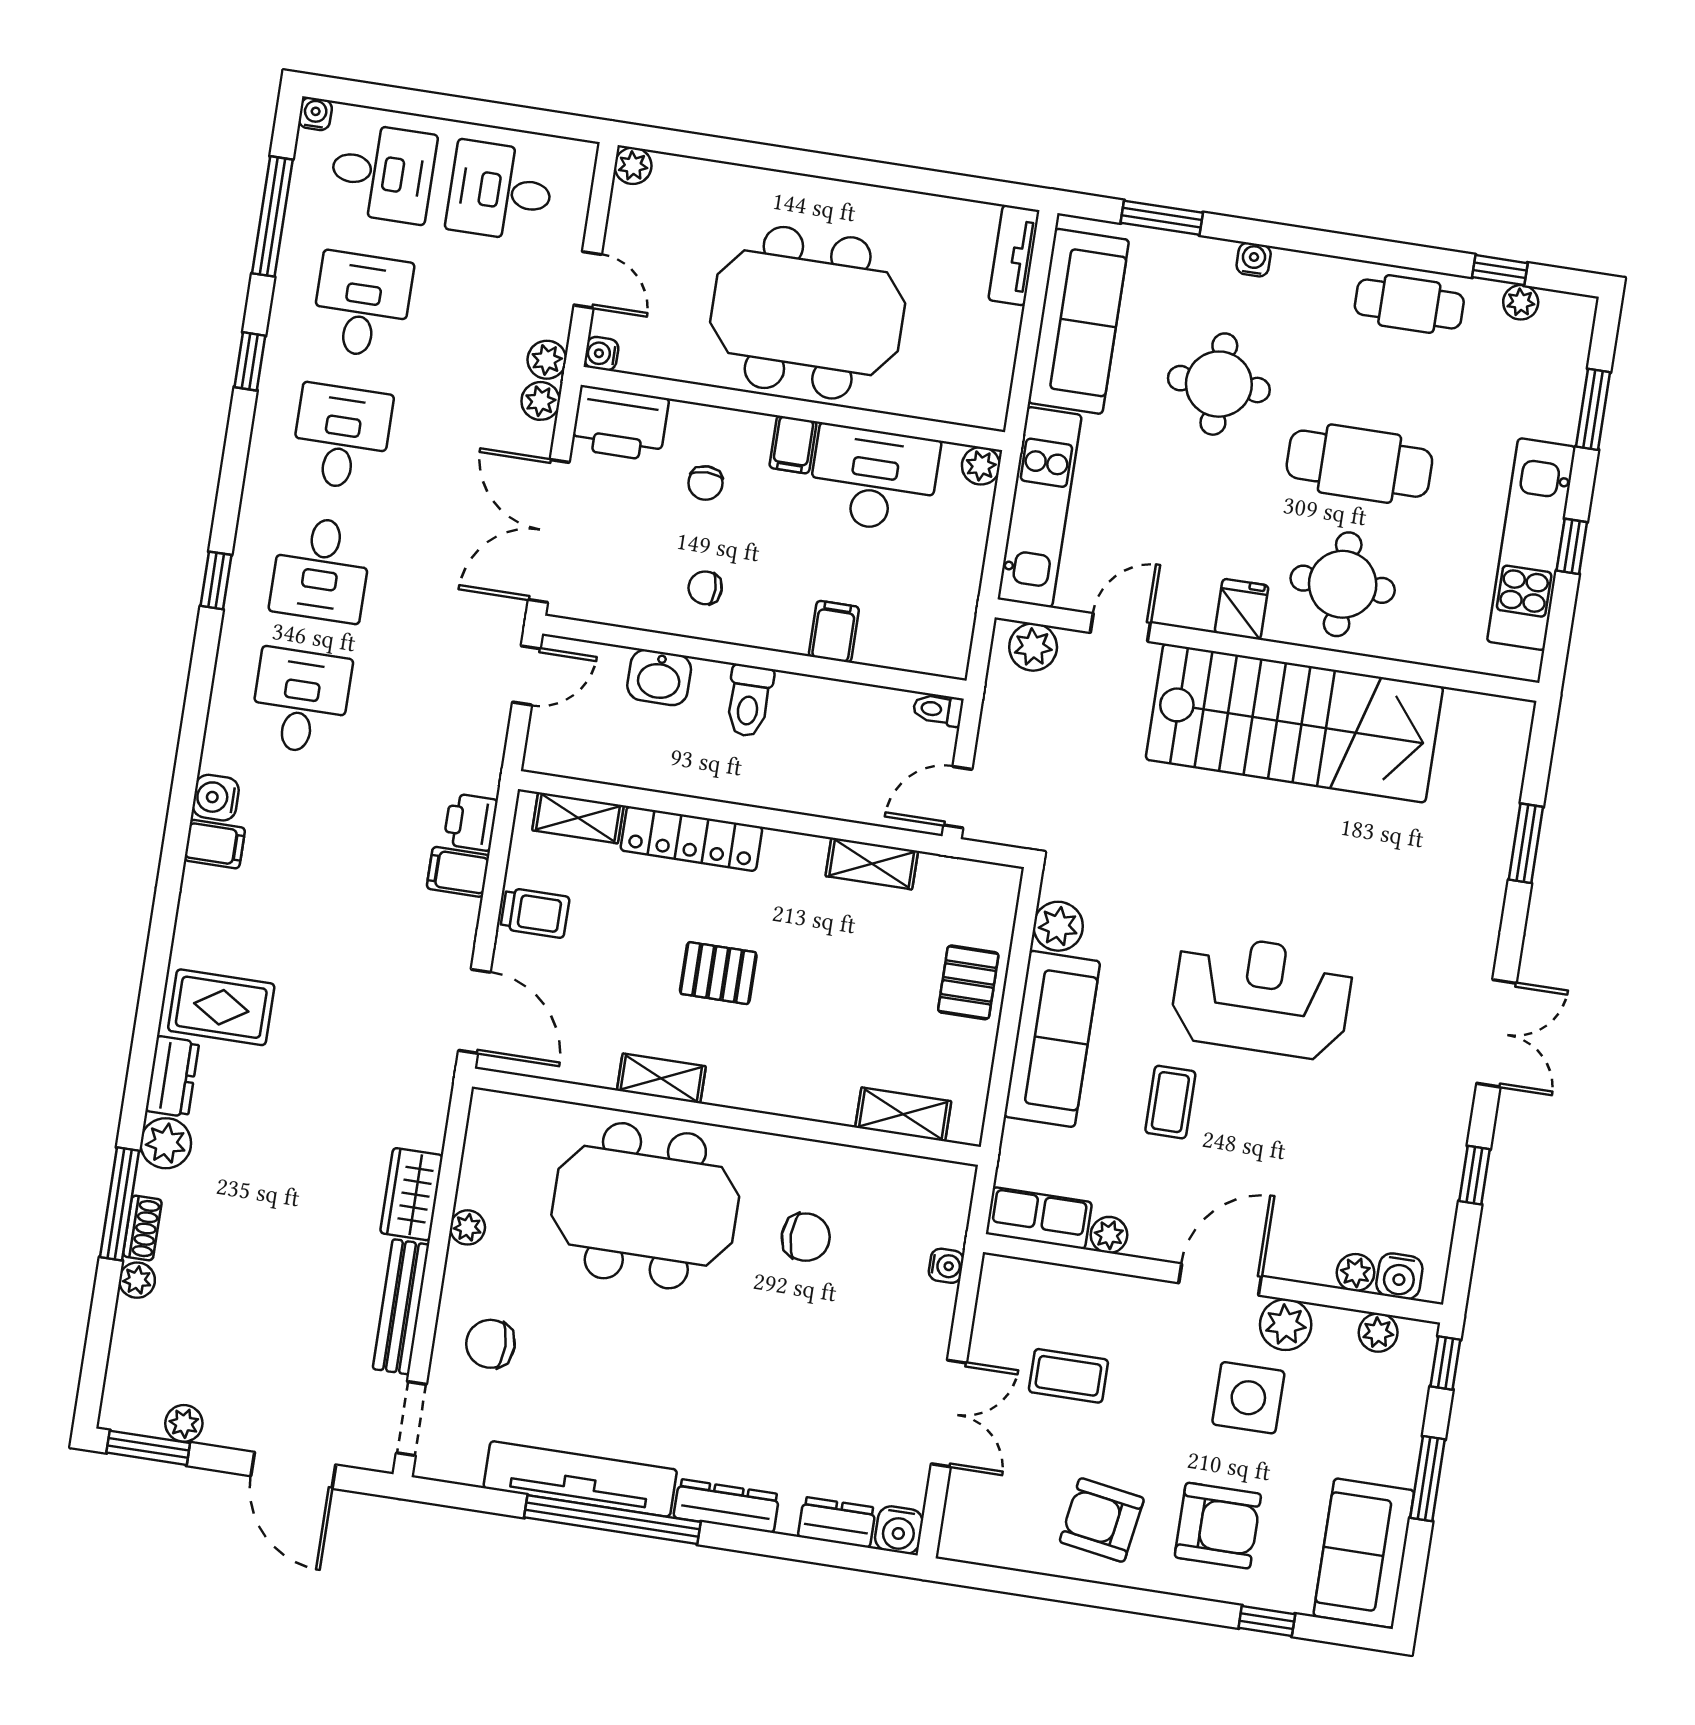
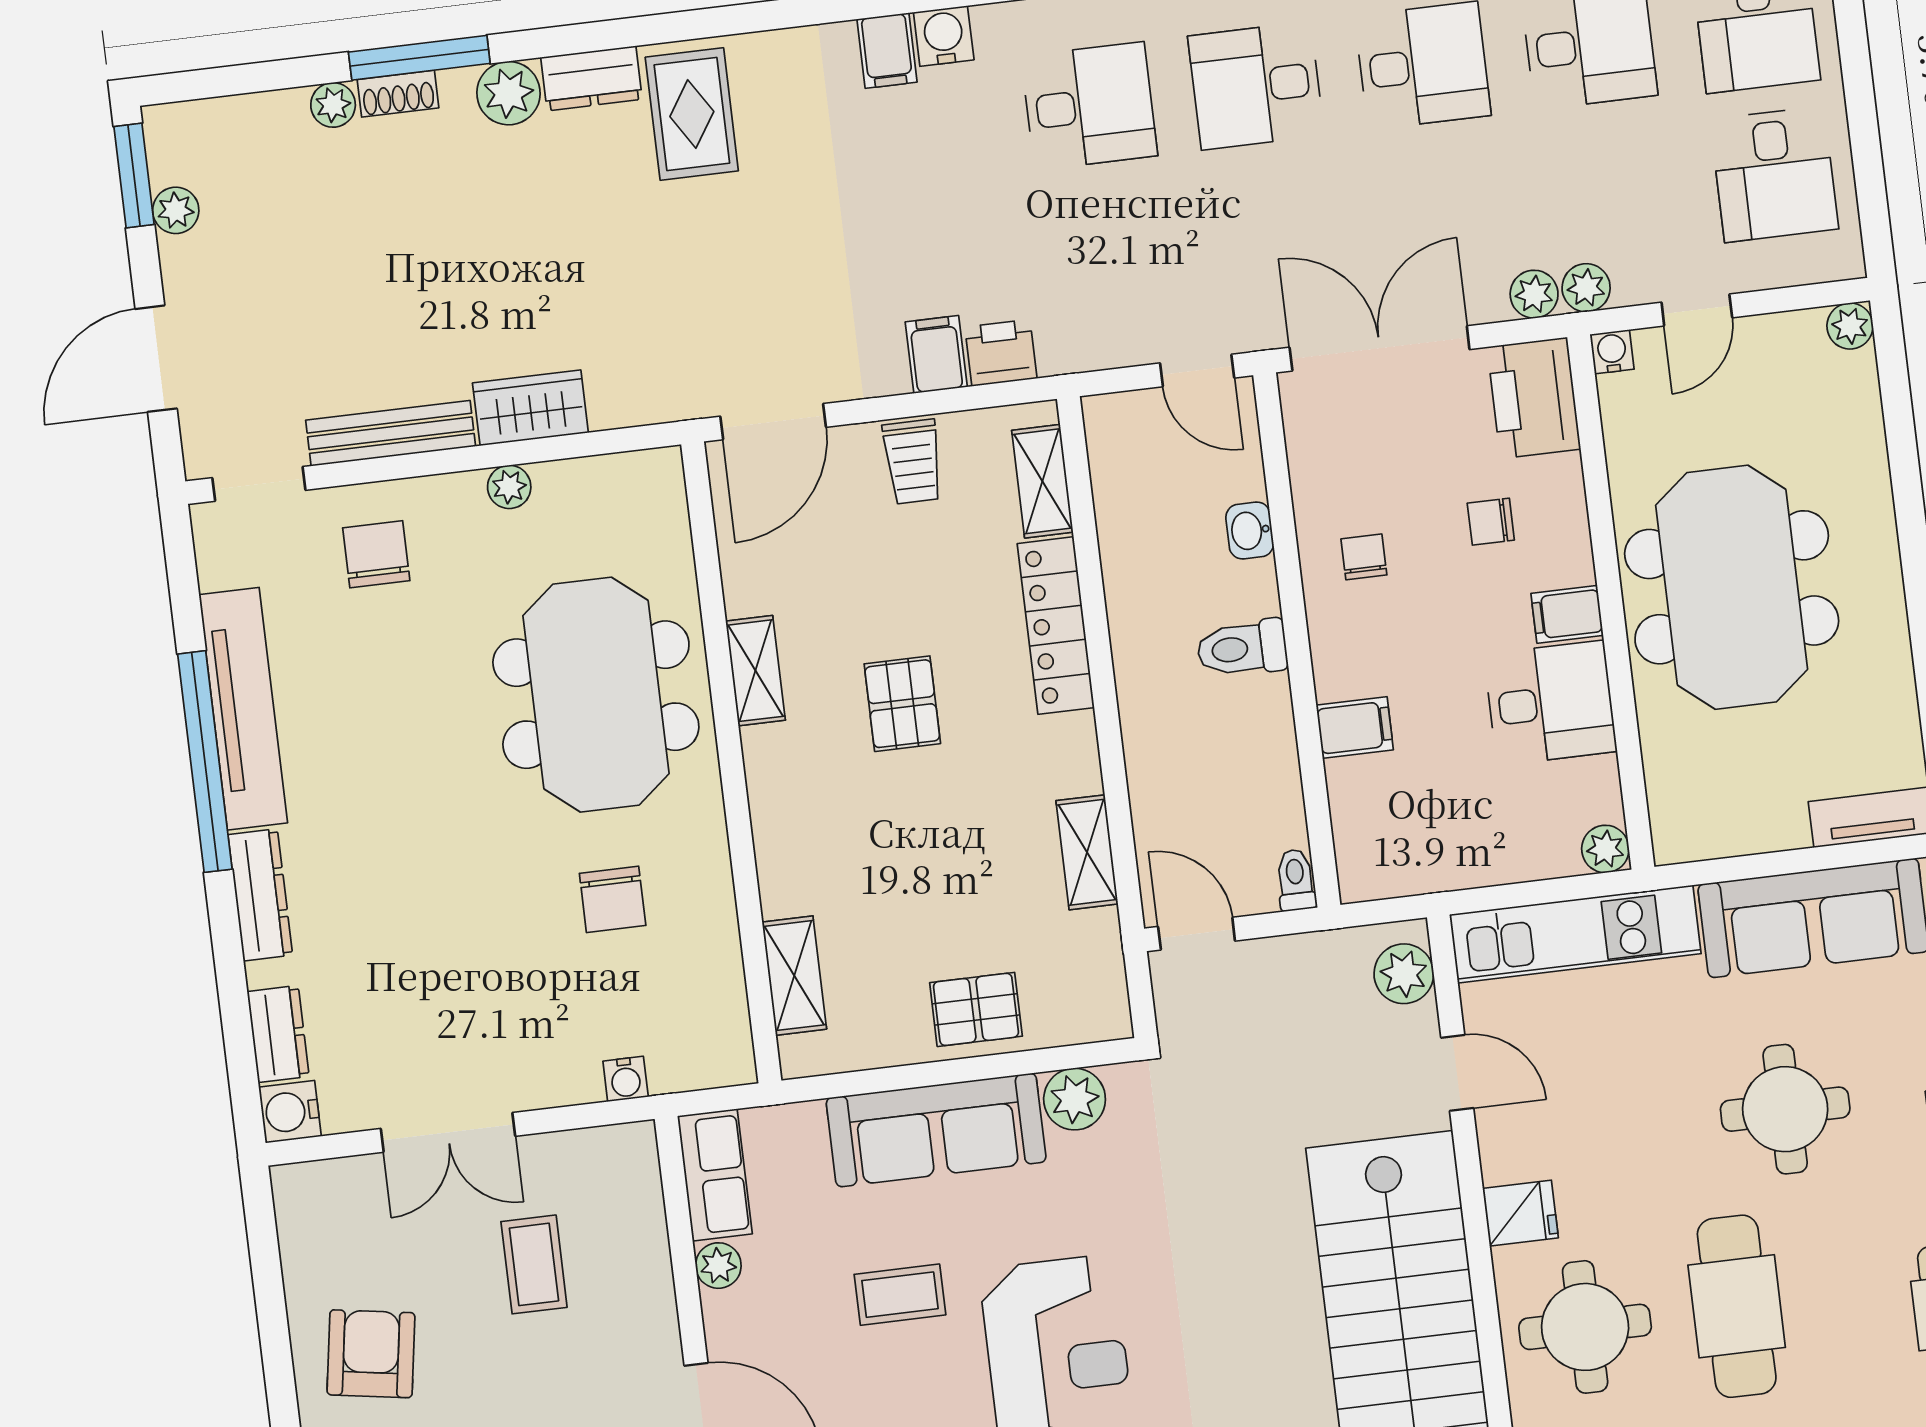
desk: (500, 191) -> (1774, 174), turned 180
desk: (874, 479) -> (1550, 703), width x0.73
washbasin: (659, 677) -> (1250, 531), width x0.72, depth x0.69

